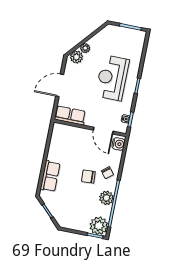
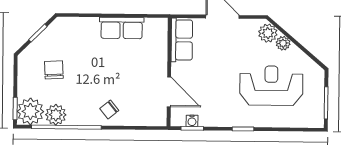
reception desk: (112, 78) -> (271, 86), moved
door: (103, 131) -> (169, 92), swing flipped
water cooler: (118, 144) -> (154, 117), removed
row of seats: (50, 176) -> (122, 28), moved
chair: (88, 177) -> (54, 70), moved
plant: (106, 198) -> (56, 115), moved

